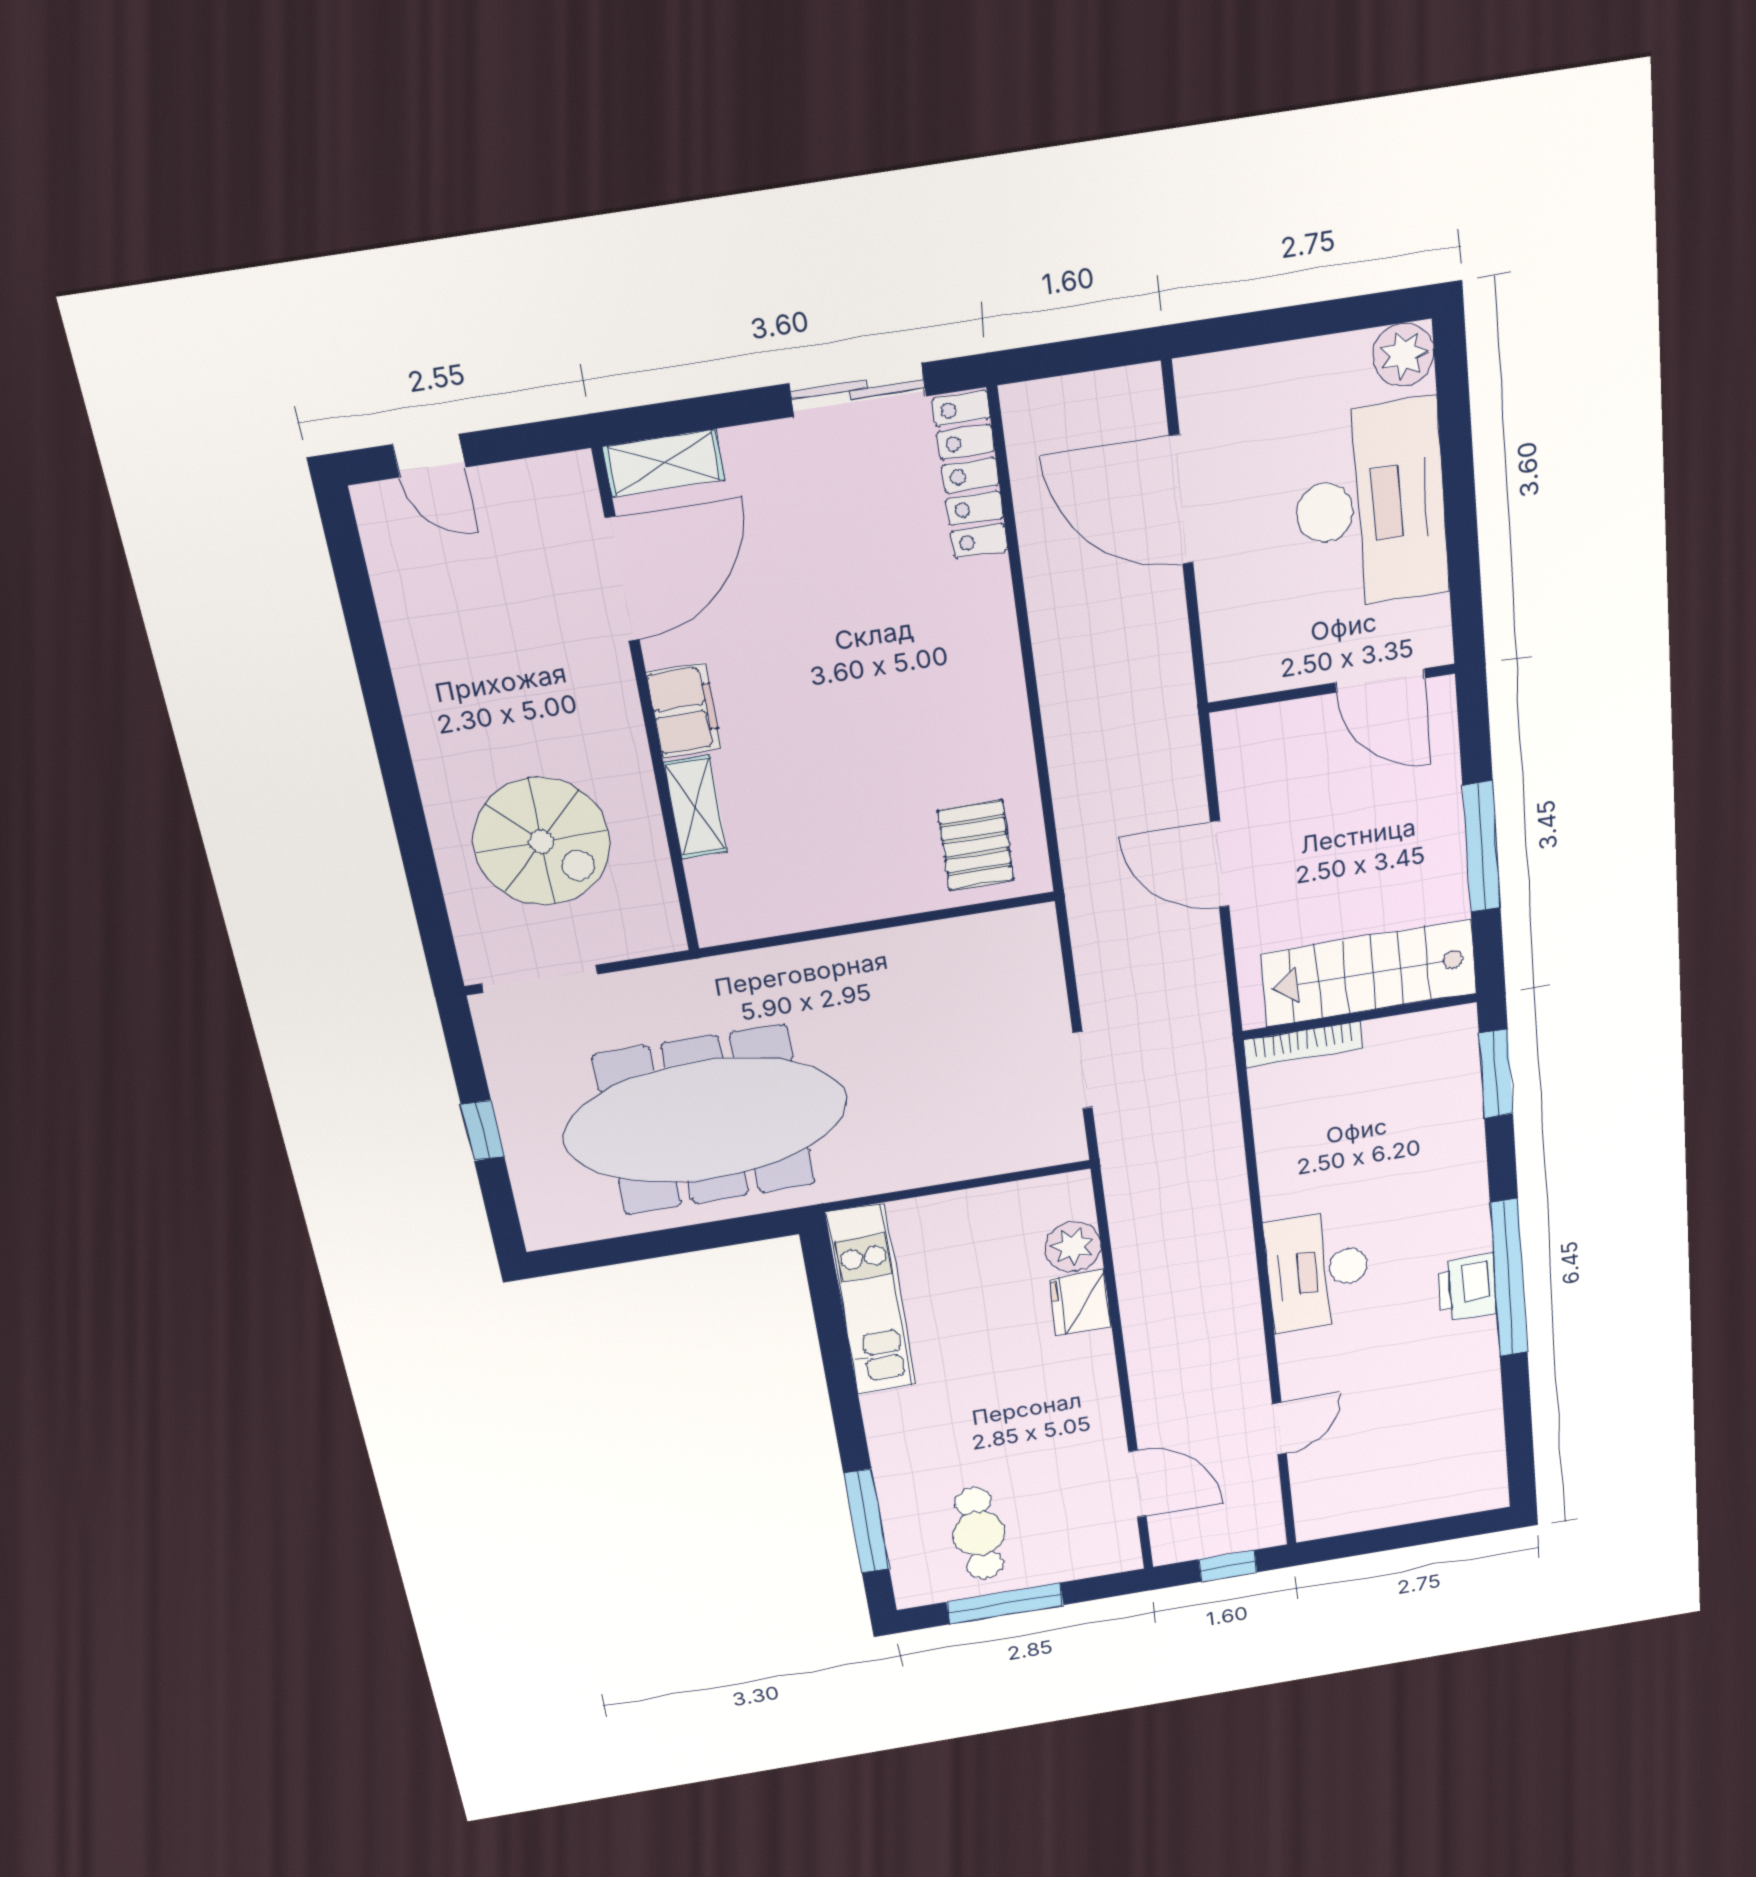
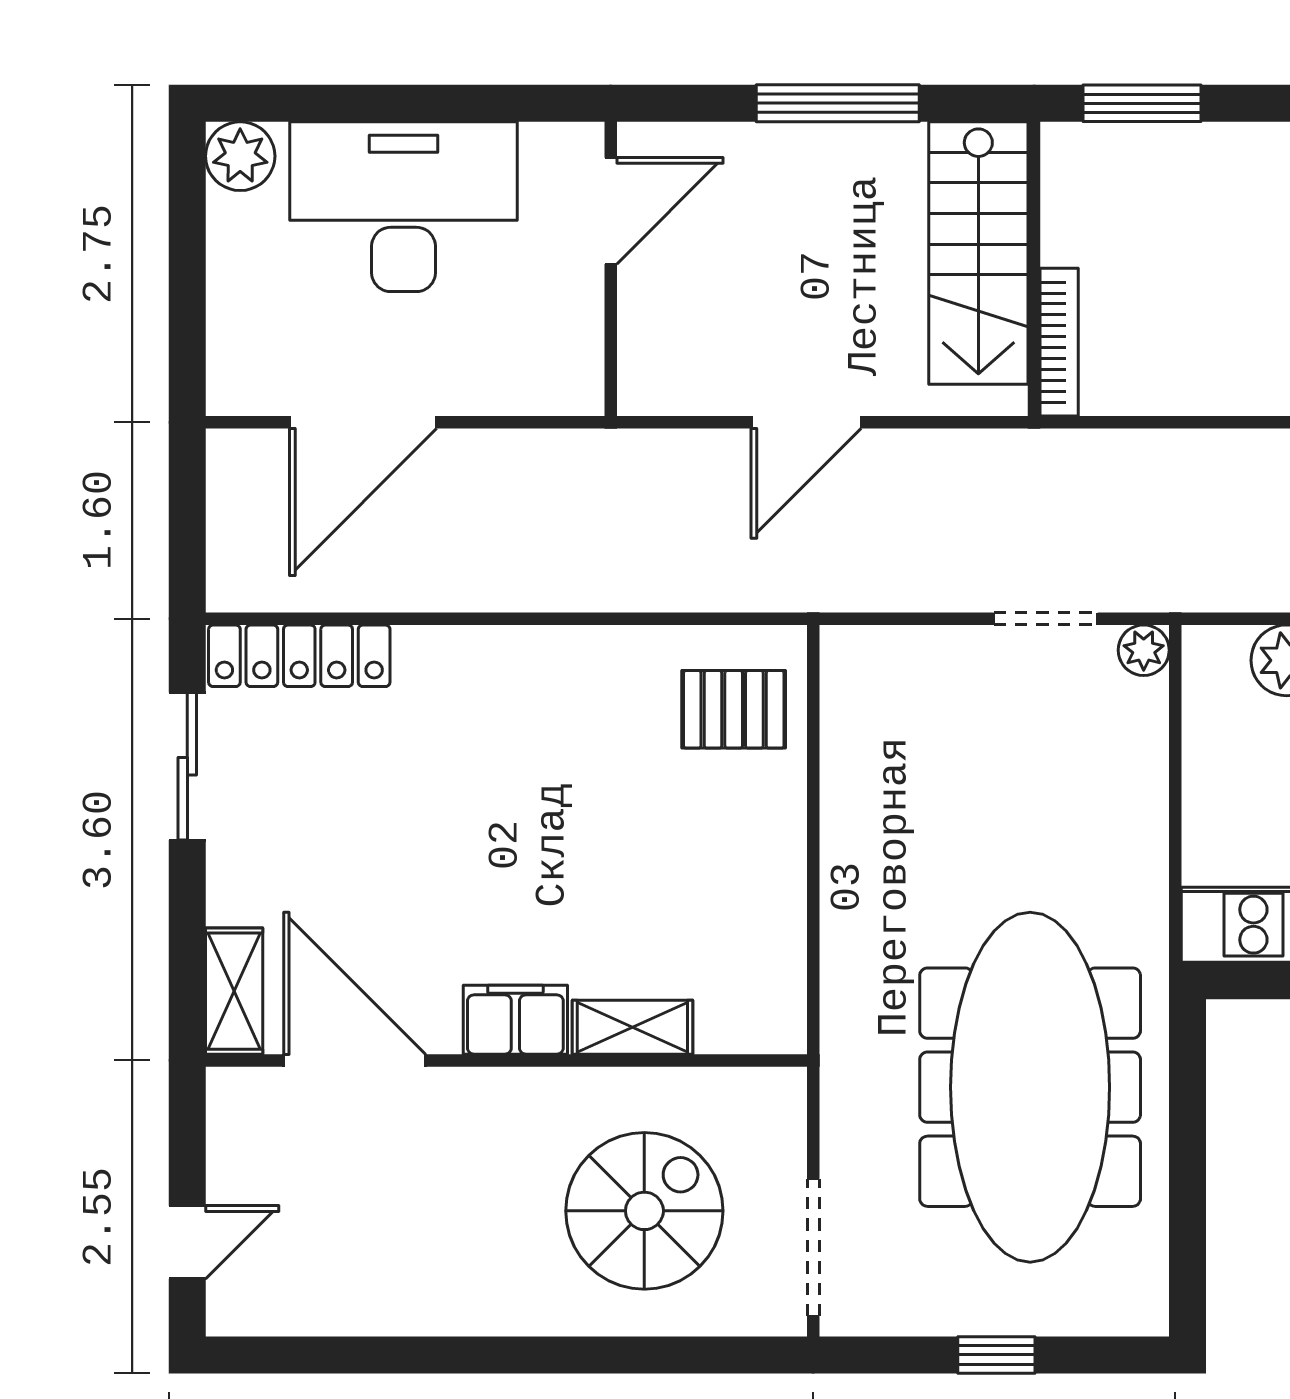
plant: (1067, 1145) -> (1144, 650), added

